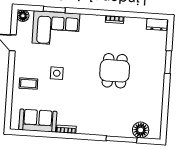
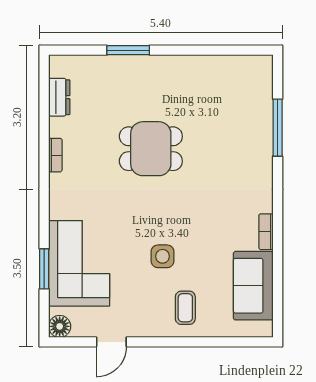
dresser: (157, 24) -> (59, 97), moved
floor lamp: (141, 130) -> (258, 93), removed

